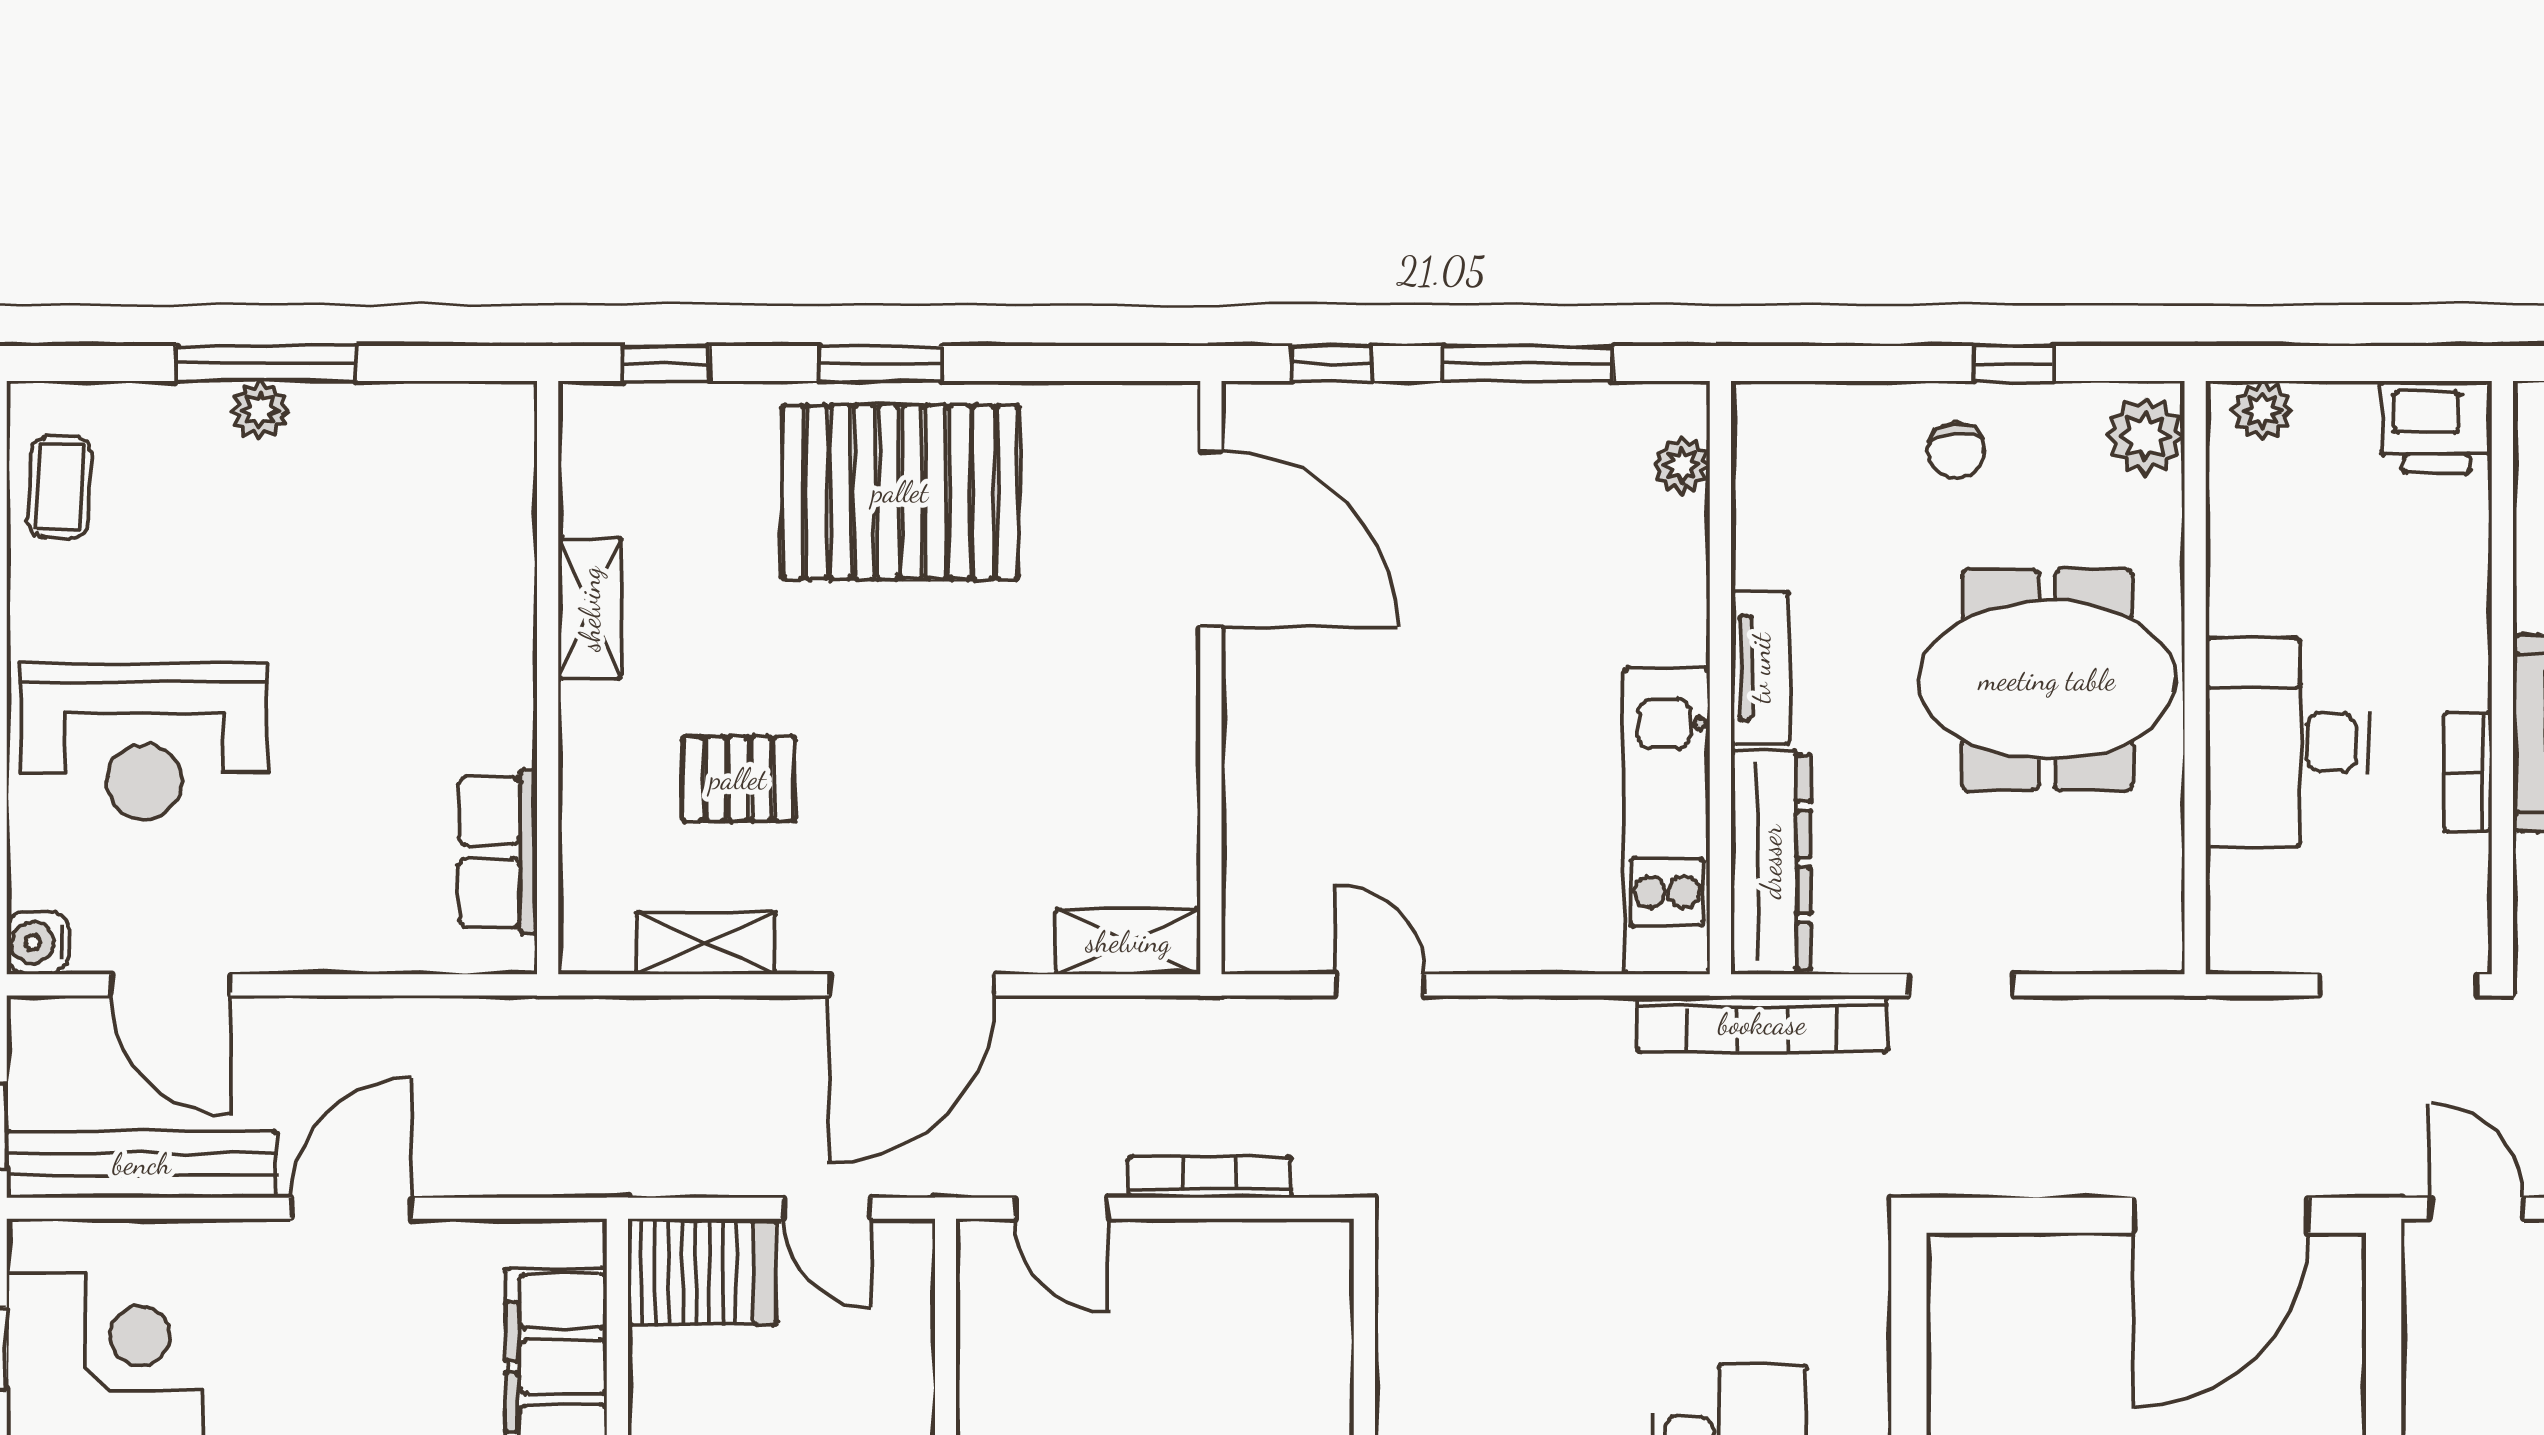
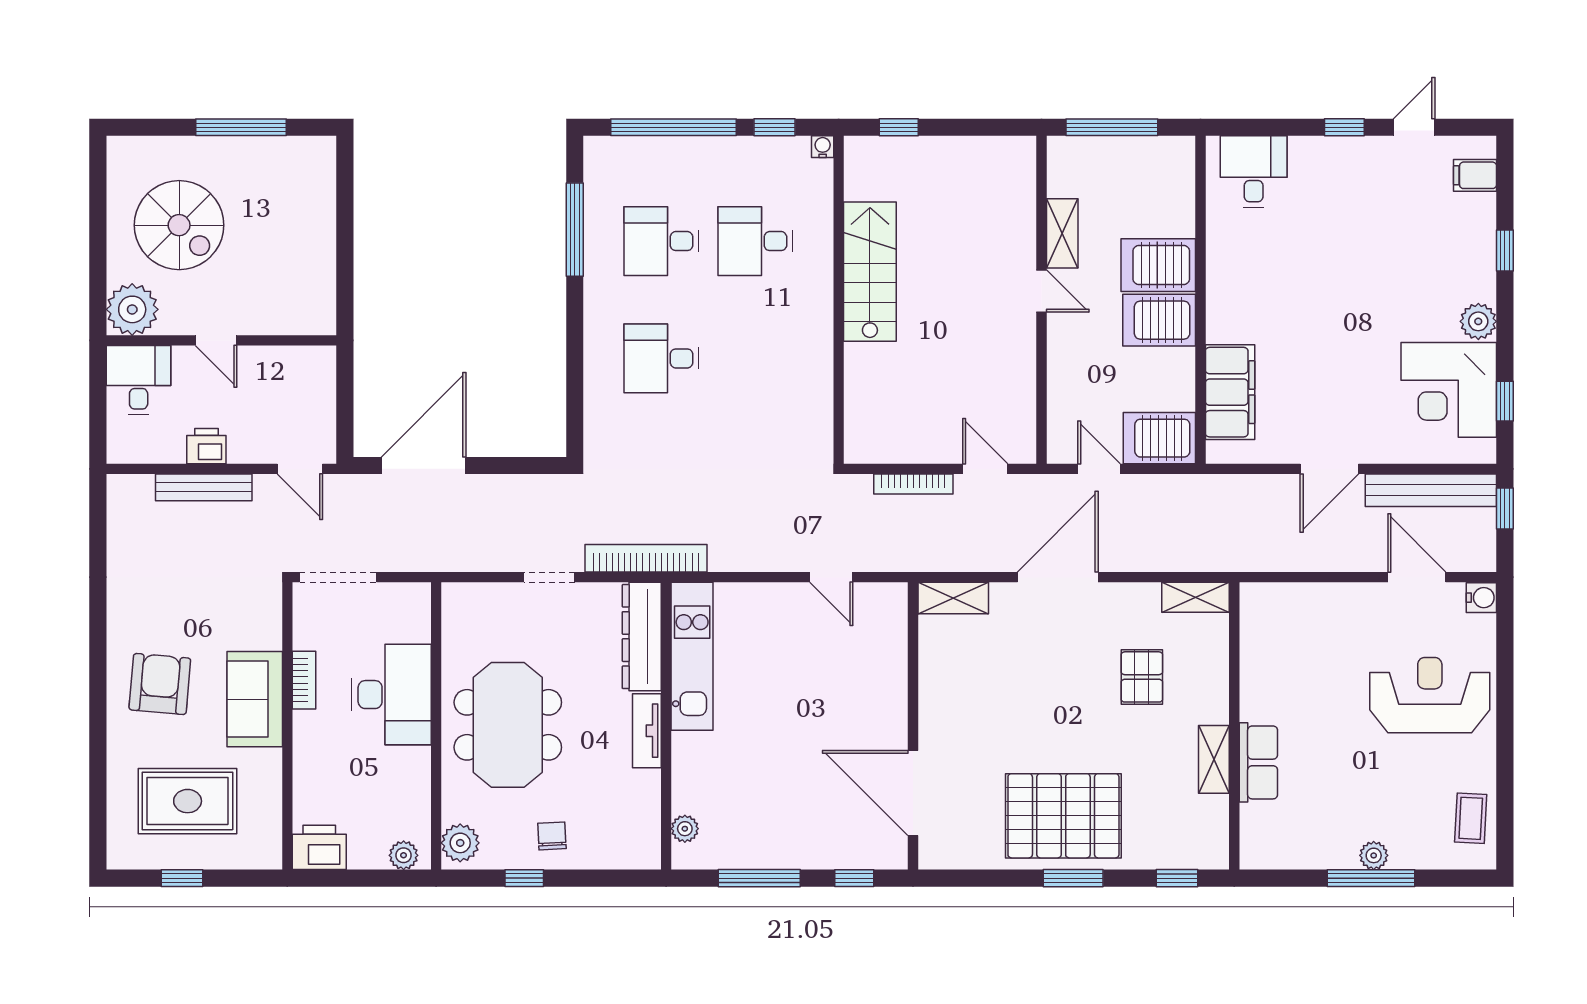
meeting table: (2047, 680) -> (508, 725), turned 90
pallet: (738, 779) -> (1142, 677), turned 90
row of seats: (498, 852) -> (1258, 762), moved
shelving: (706, 943) -> (1196, 597), moved

